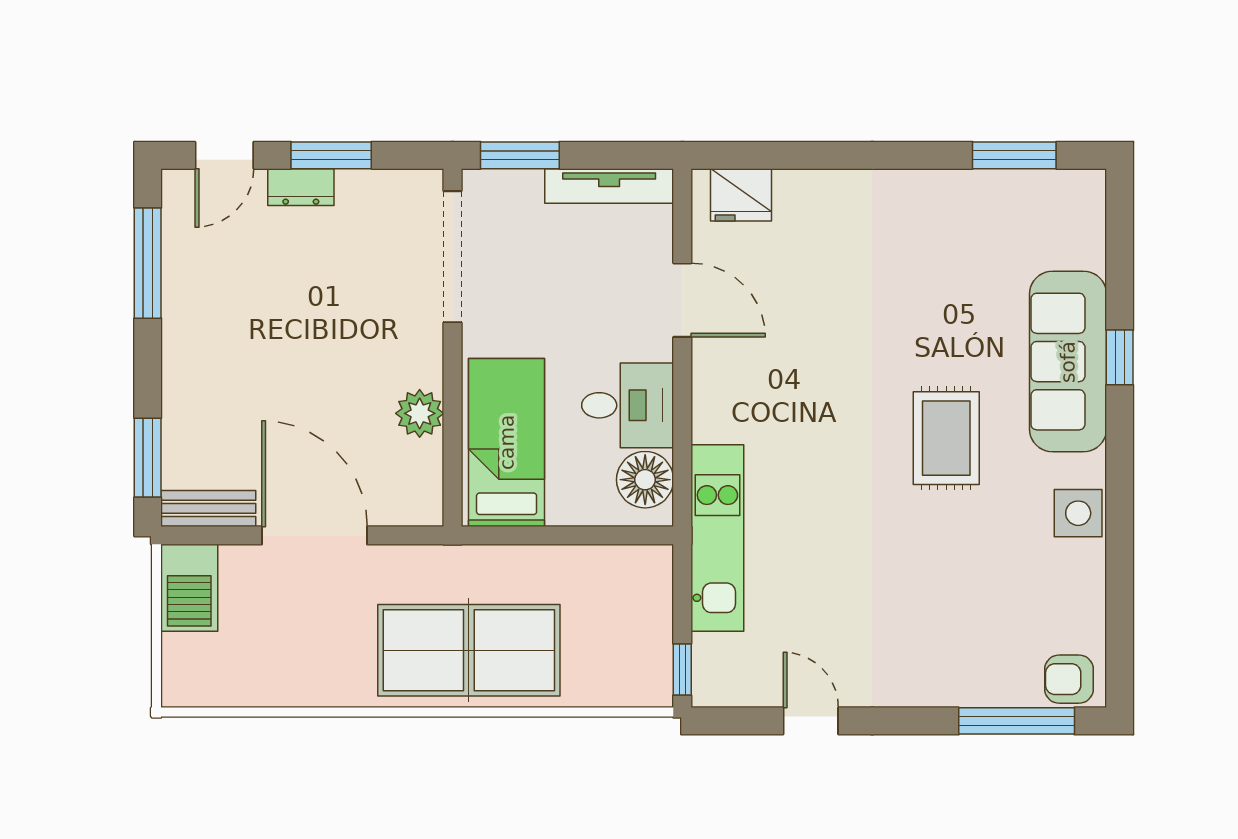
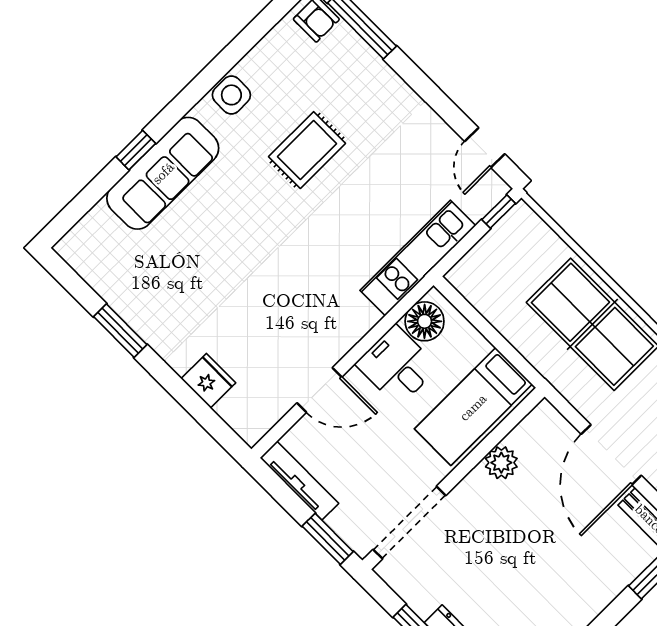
window: (1014, 155) -> (120, 331), moved
fridge: (741, 195) -> (208, 381), moved
door: (682, 300) -> (319, 390), swing flipped
rug: (946, 438) -> (307, 150), moved
door: (811, 721) -> (485, 148), moved

